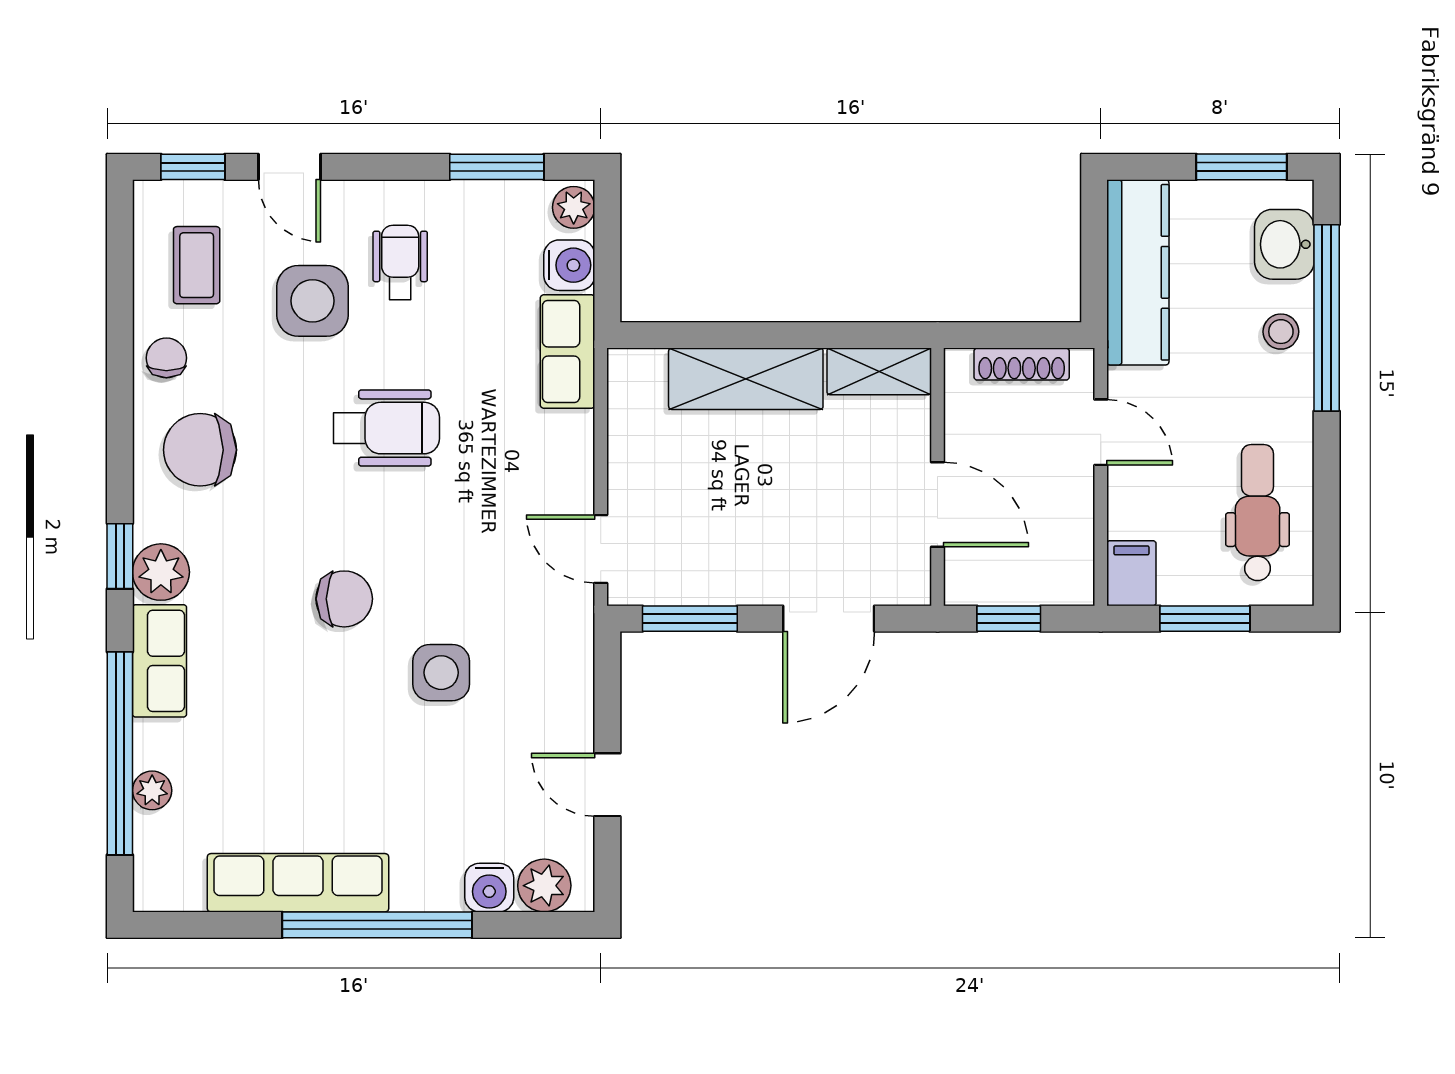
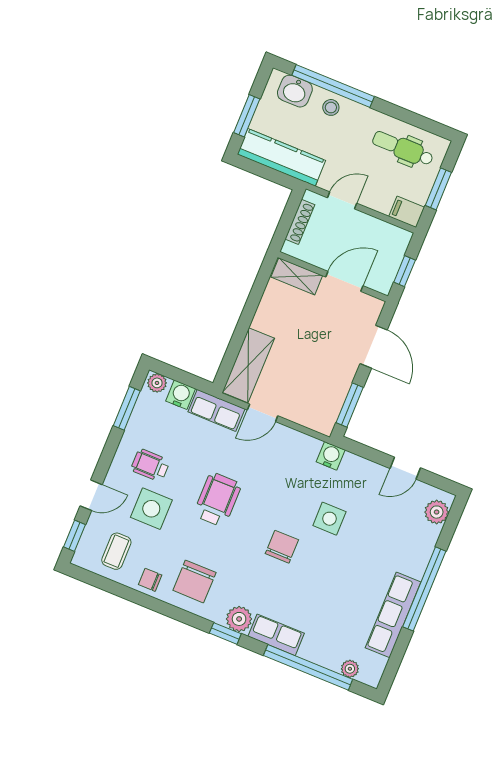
window: (1242, 167) -> (247, 116), moved
coffee table: (197, 265) -> (116, 551), turned 90
shelving: (879, 371) -> (297, 276), moved, turned 90
shelving: (746, 379) -> (248, 365), moved
door: (601, 549) -> (263, 413), moved
plant: (152, 790) -> (350, 669), moved
water cooler: (489, 888) -> (331, 456), moved, turned -90

